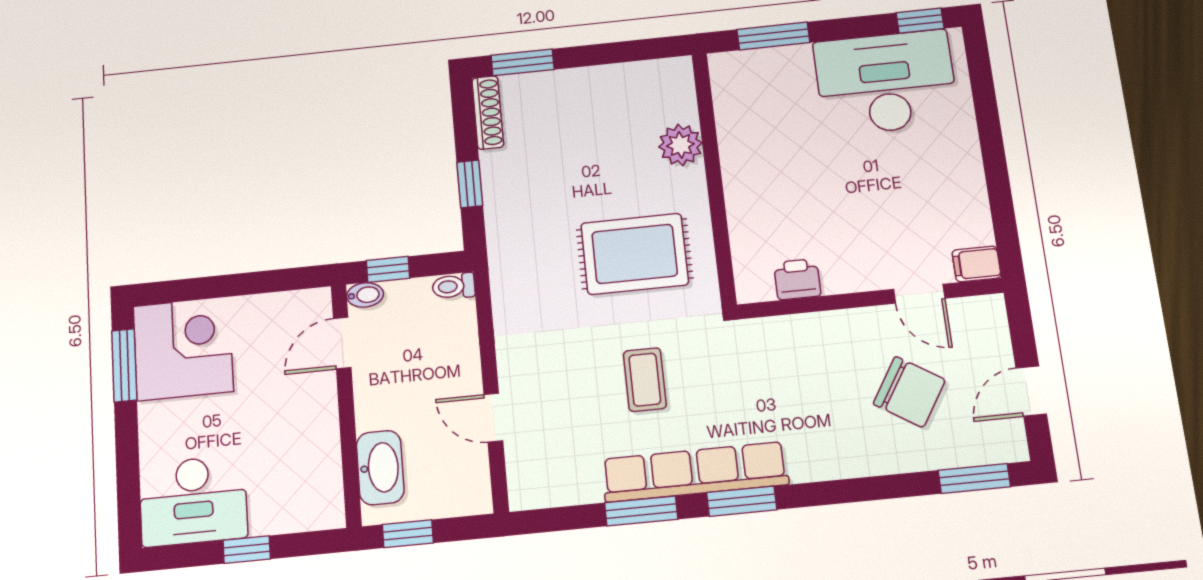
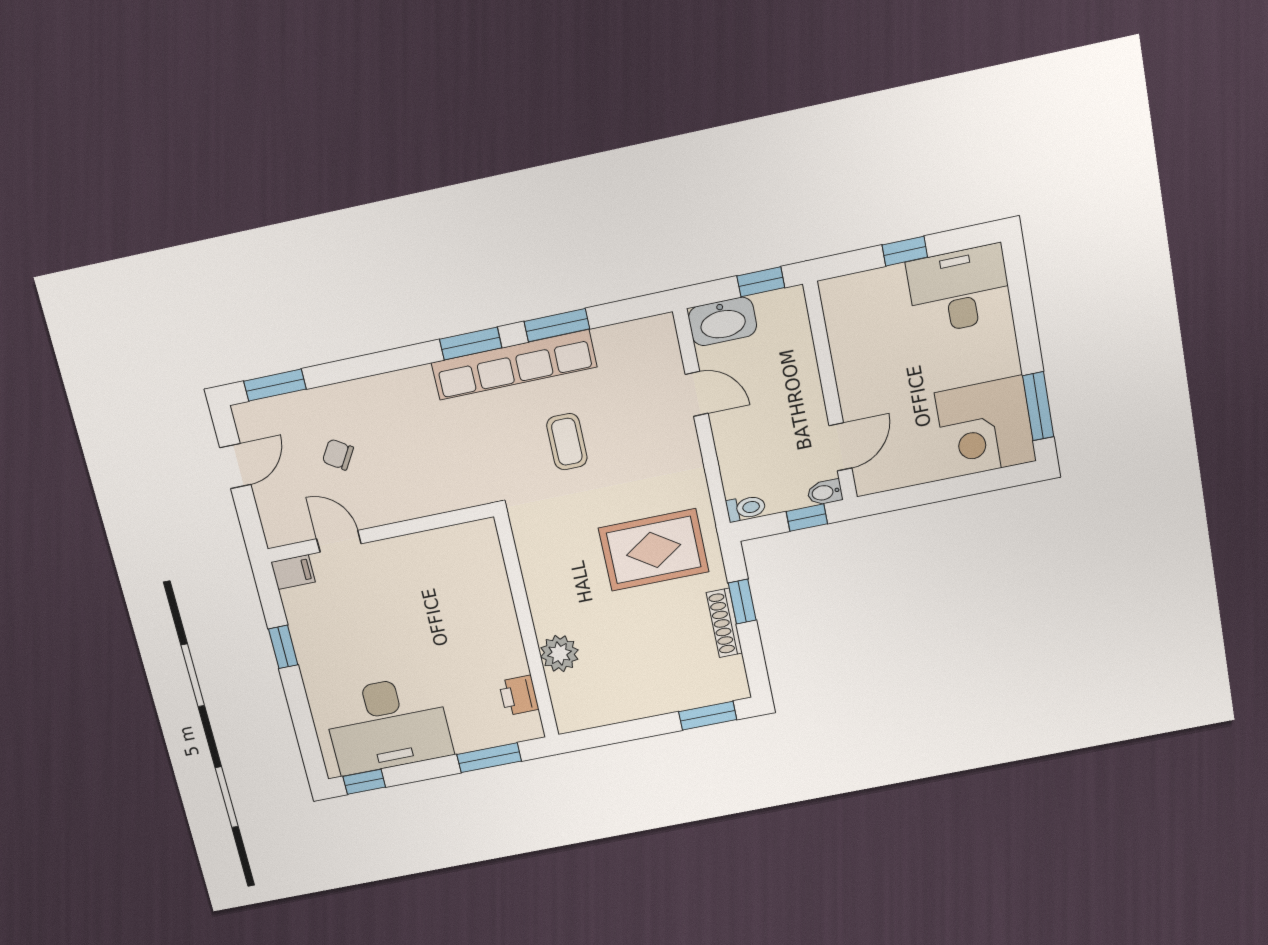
shoe rack: (488, 112) -> (724, 623), moved
window: (998, 180) -> (283, 647), added
rug: (635, 254) -> (654, 550), moved
printer: (797, 279) -> (519, 695), moved, turned 90
chair: (909, 392) -> (338, 455), width x0.54, depth x0.54
washbasin: (380, 468) -> (723, 321), moved, turned -90

